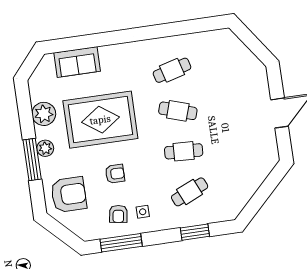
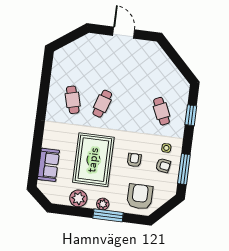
cafe table: (184, 151) -> (132, 107), removed

